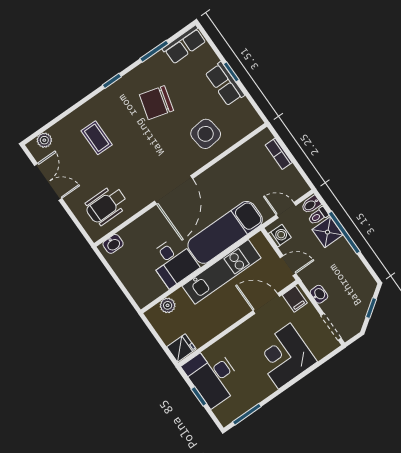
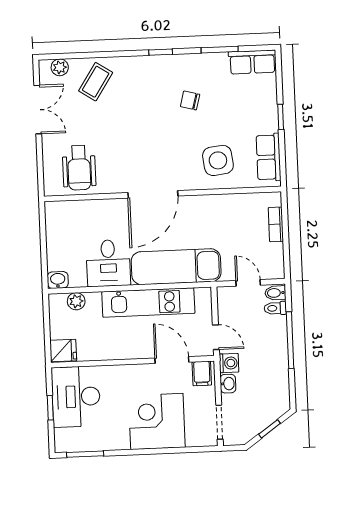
row of seats: (225, 84) -> (268, 157), moved
chair: (156, 103) -> (190, 100), width x0.54, depth x0.54
coffee table: (97, 138) -> (96, 82), moved, turned 33
wheelchair: (106, 205) -> (79, 168), turned -90
shower: (328, 232) -> (274, 329), removed
washing machine: (280, 236) -> (229, 363), moved
washbasin: (113, 244) -> (58, 280), moved, turned 180

